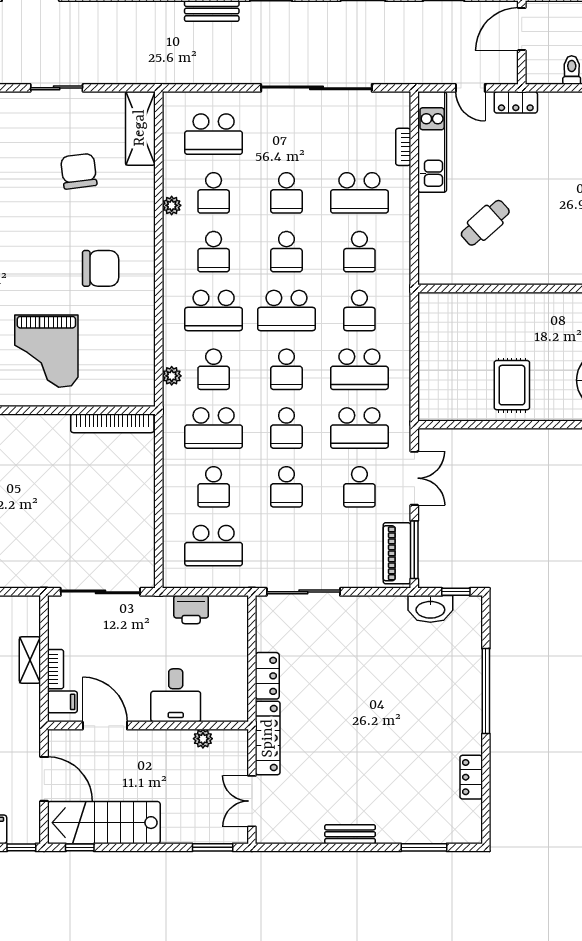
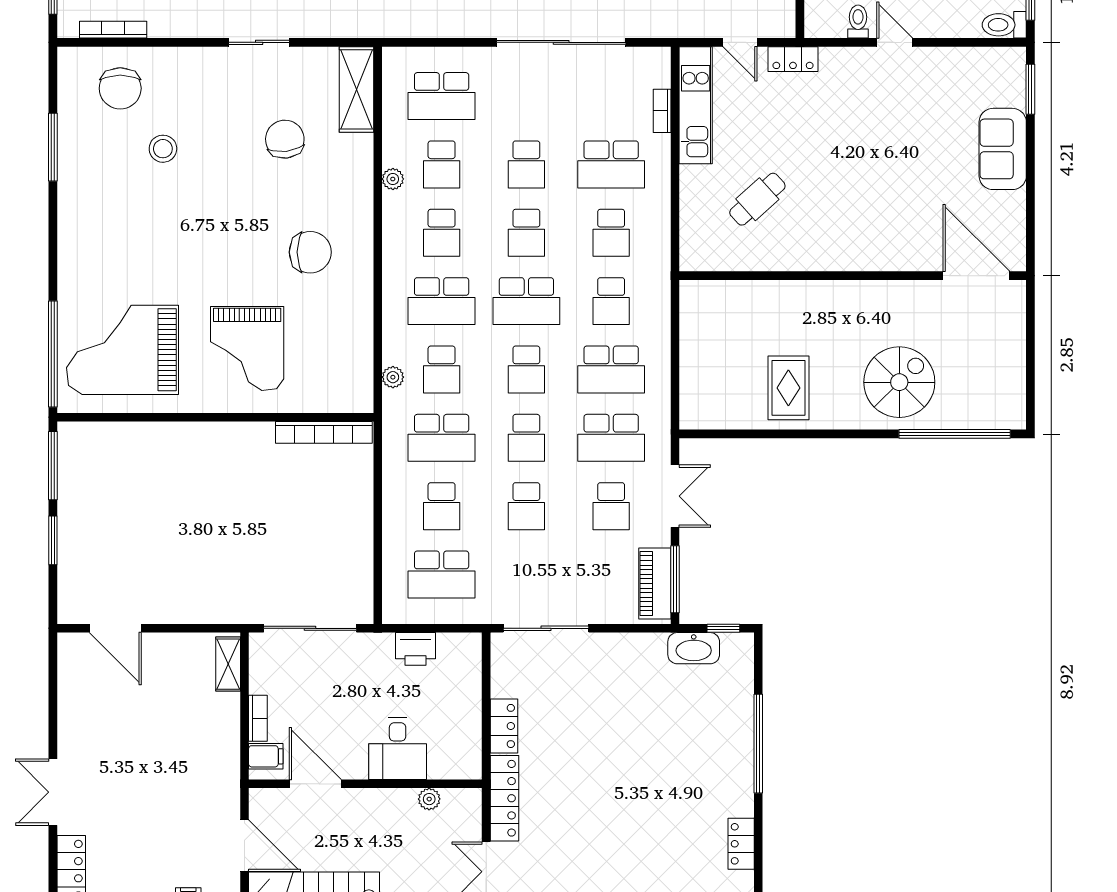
shelving: (30, 660) -> (228, 664), moved

